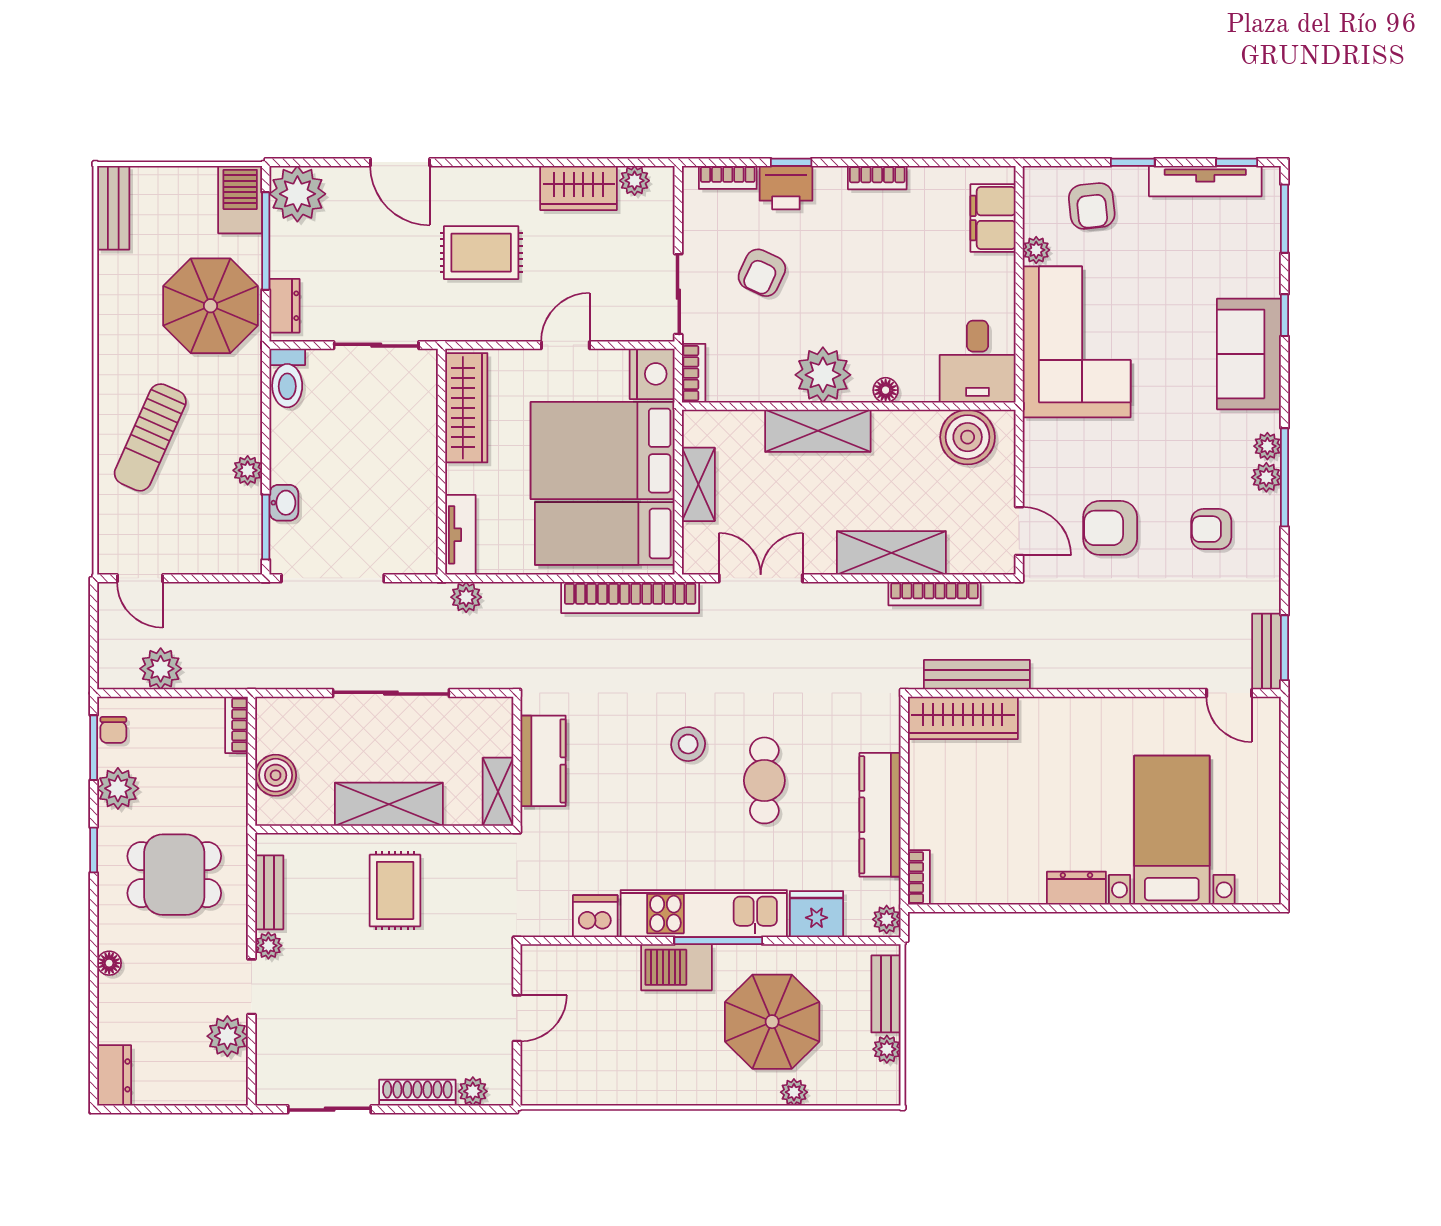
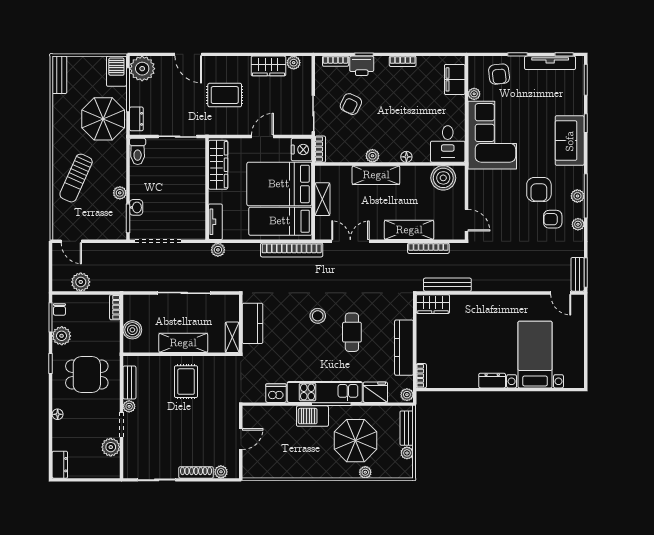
plant: (823, 375) -> (372, 156), width x0.53, depth x0.53
plant: (1267, 446) -> (578, 224), moved
armchair: (1110, 528) -> (539, 190), moved, turned -90
wardrobe: (963, 718) -> (433, 304), width x0.67

